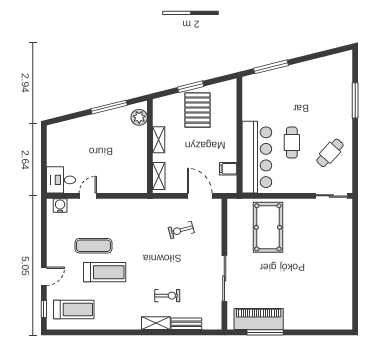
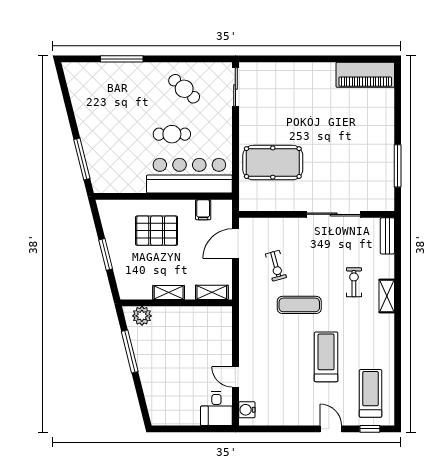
pallet: (197, 110) -> (157, 231), moved
exercise mat: (93, 246) -> (299, 305), moved, turned 90
piano: (259, 319) -> (365, 75), moved, turned -90
bench: (186, 324) -> (387, 236), moved

